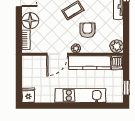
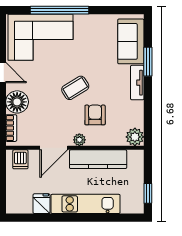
dishwasher: (117, 63) -> (20, 159), moved
fridge: (28, 95) -> (41, 204), moved

